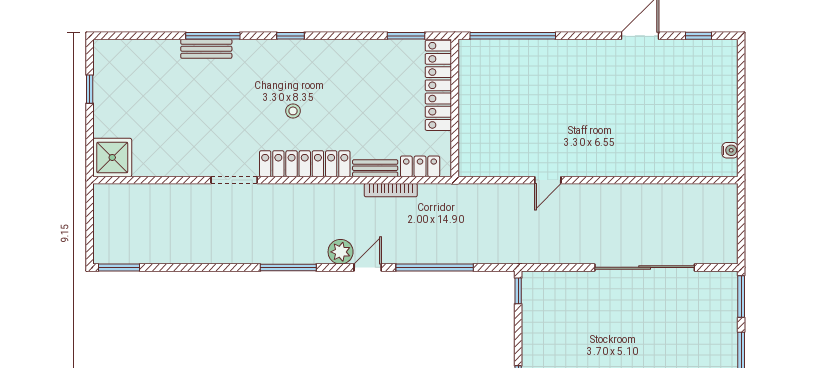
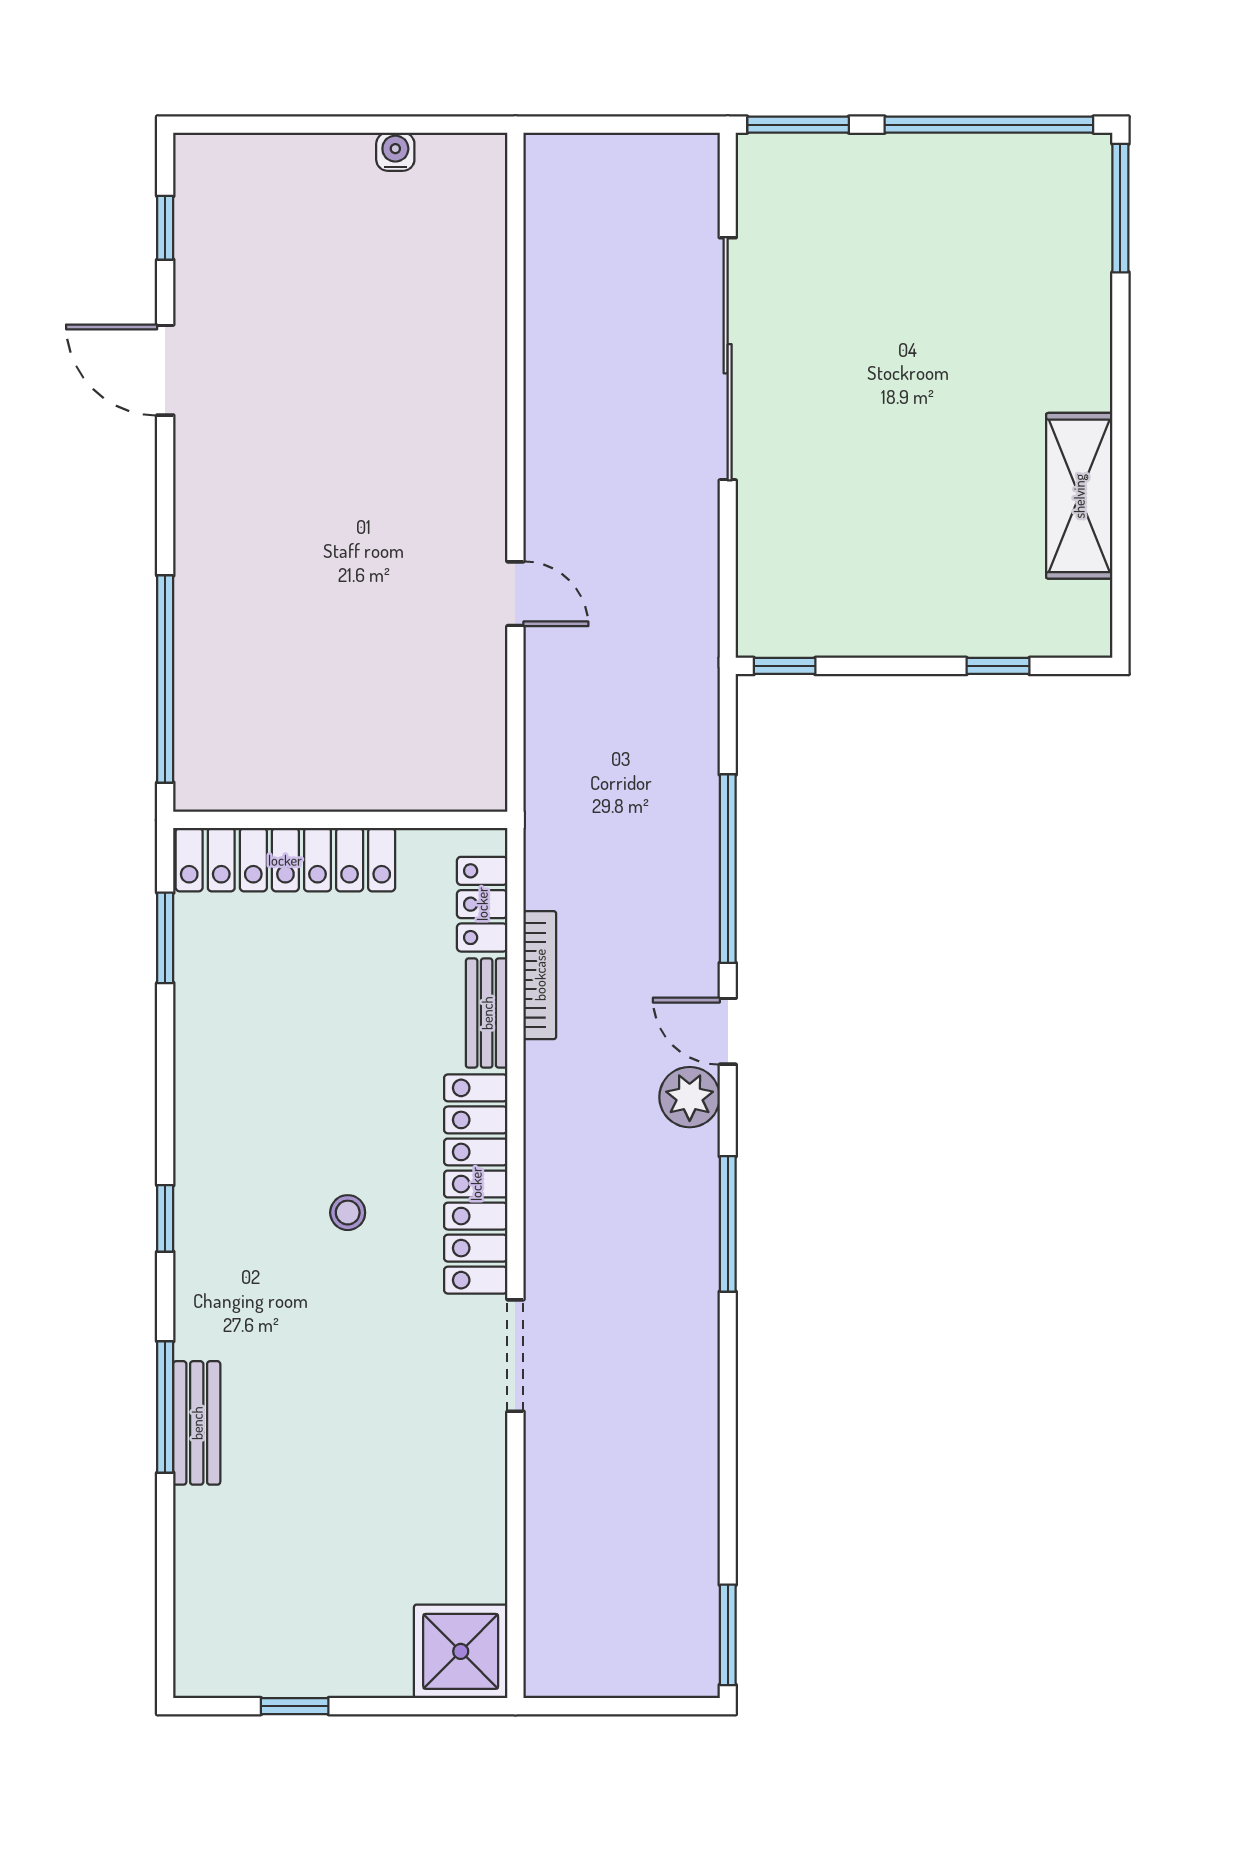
water cooler: (730, 150) -> (395, 152), moved

